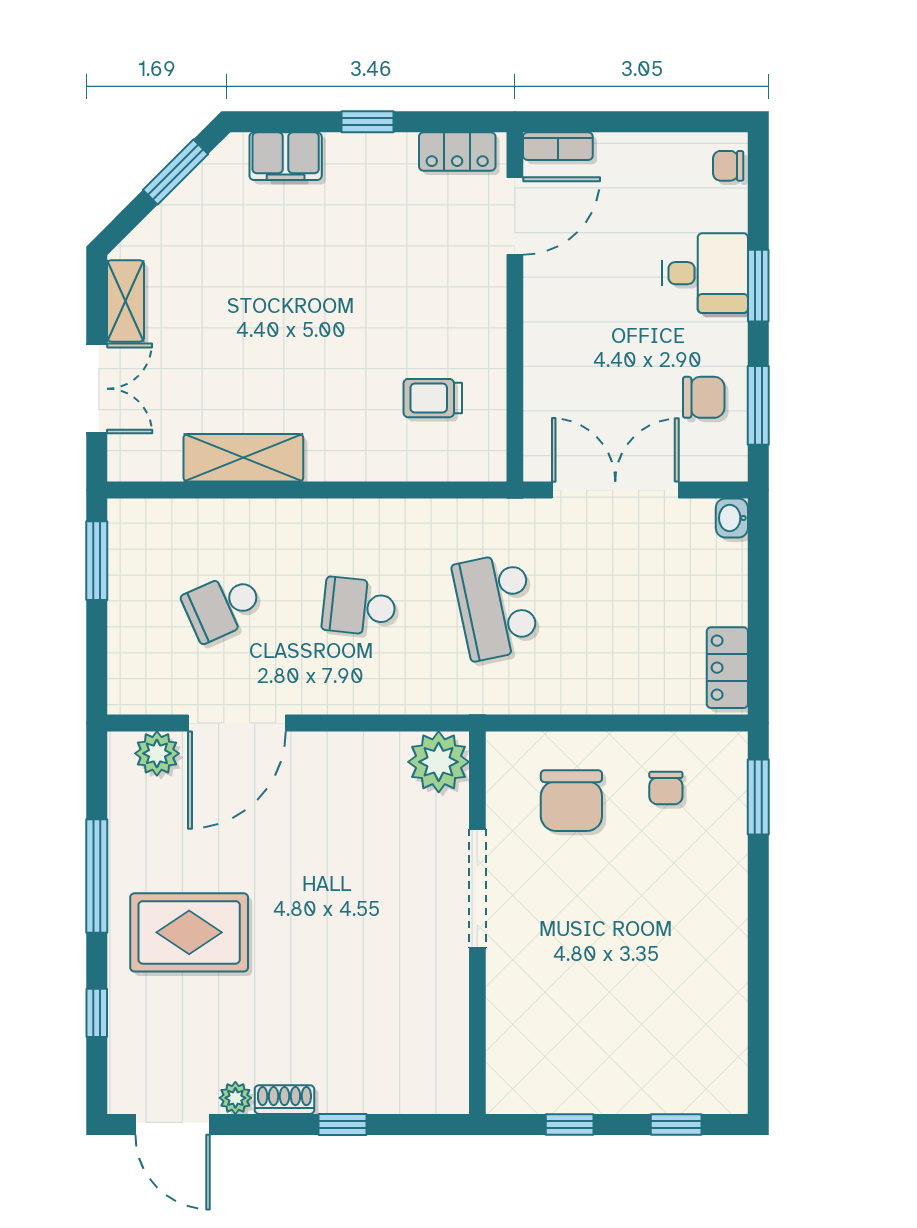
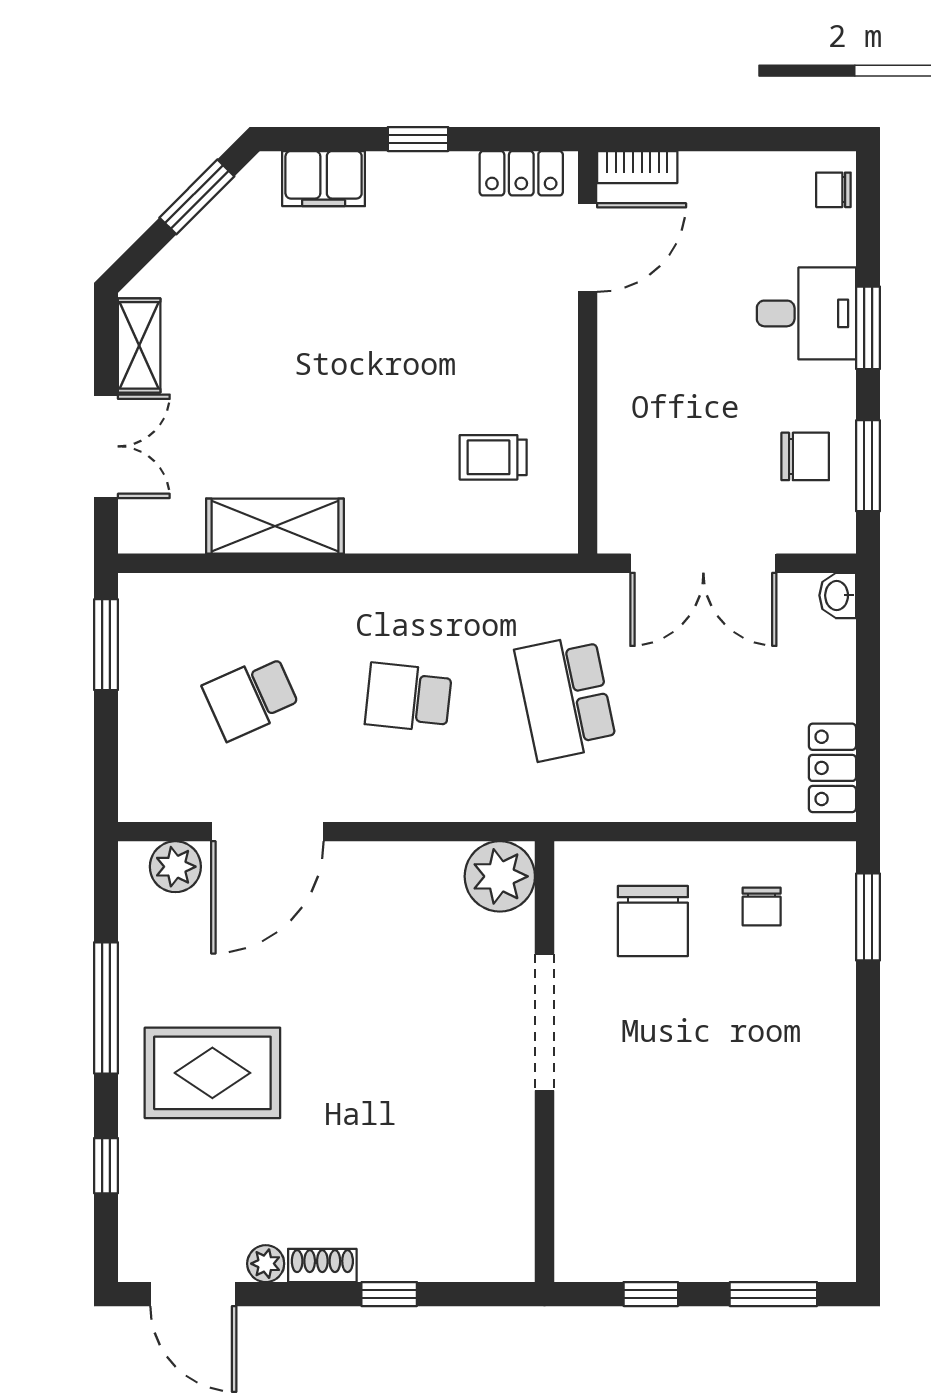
double door: (615, 490) -> (703, 563), swing flipped
window: (676, 1124) -> (773, 1294), width x1.50

